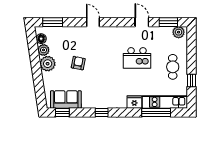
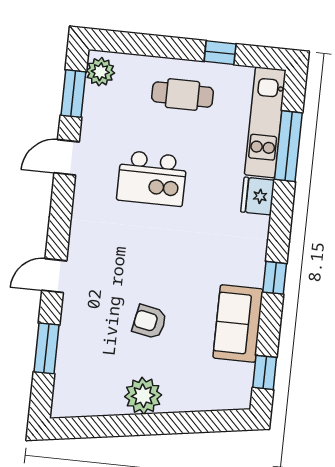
window: (53, 22) -> (47, 348), moved
floor lamp: (41, 39) -> (81, 405), removed
plant: (43, 50) -> (109, 402), removed
kitchen island: (137, 58) -> (152, 178), turned 90
sofa: (66, 99) -> (238, 324), moved

